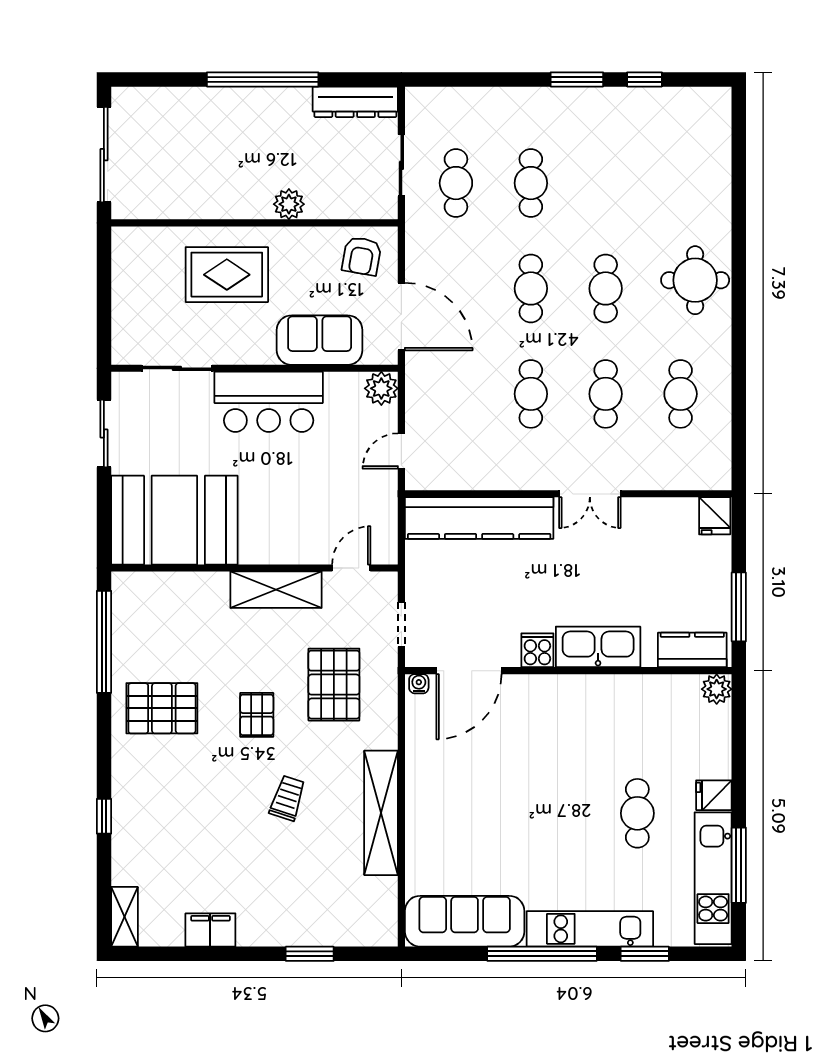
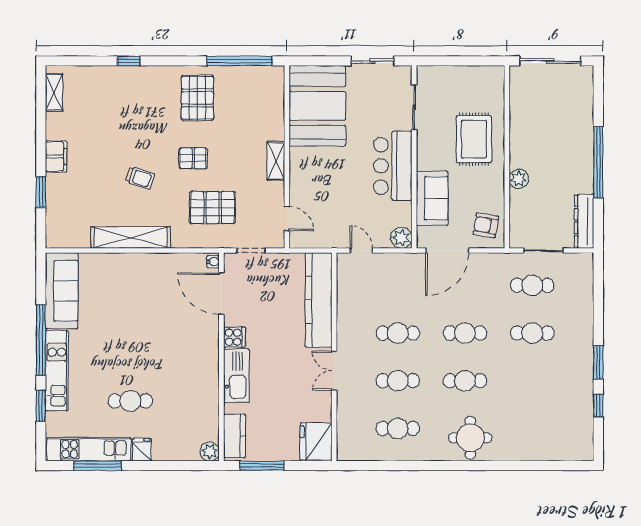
fridge: (715, 516) -> (316, 441), width x1.88, depth x1.34
shelving: (276, 590) -> (276, 161), width x0.67, depth x0.75
shelving: (125, 917) -> (54, 92), moved, turned 90
filing cabinet: (210, 930) -> (56, 156), moved

